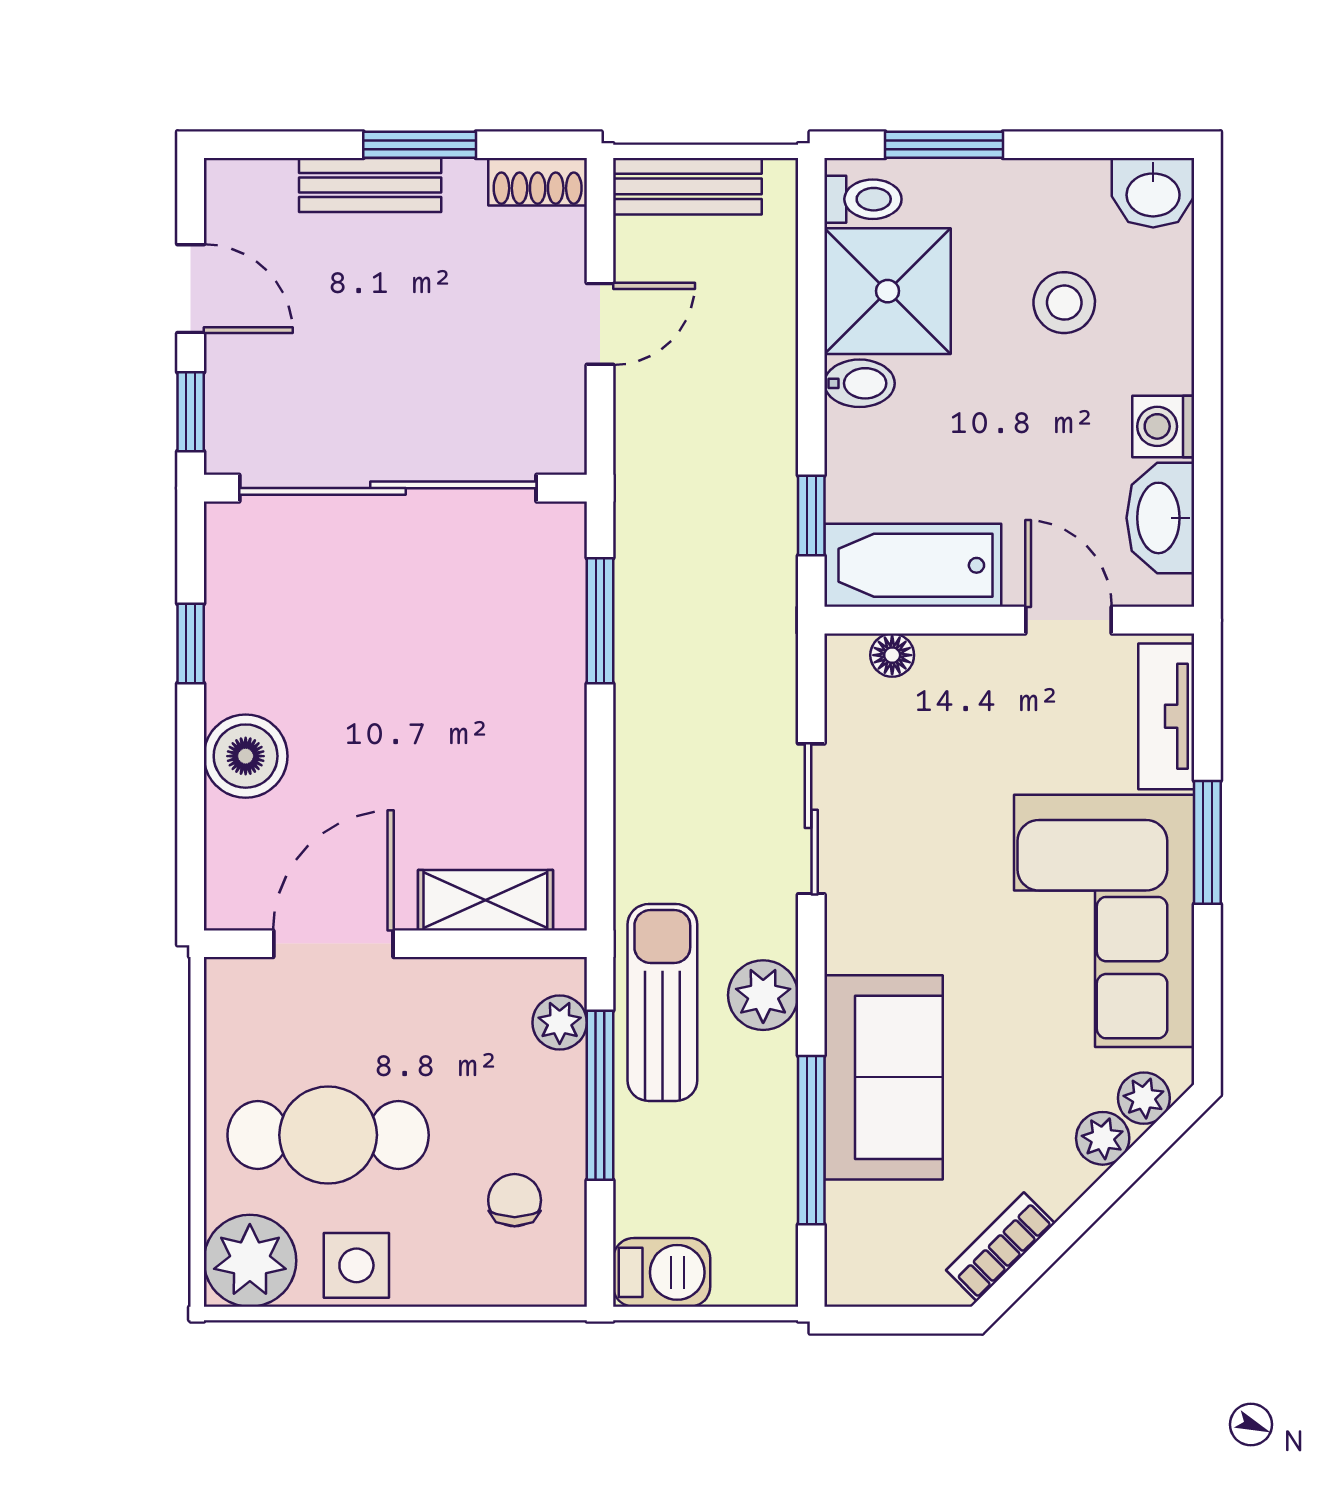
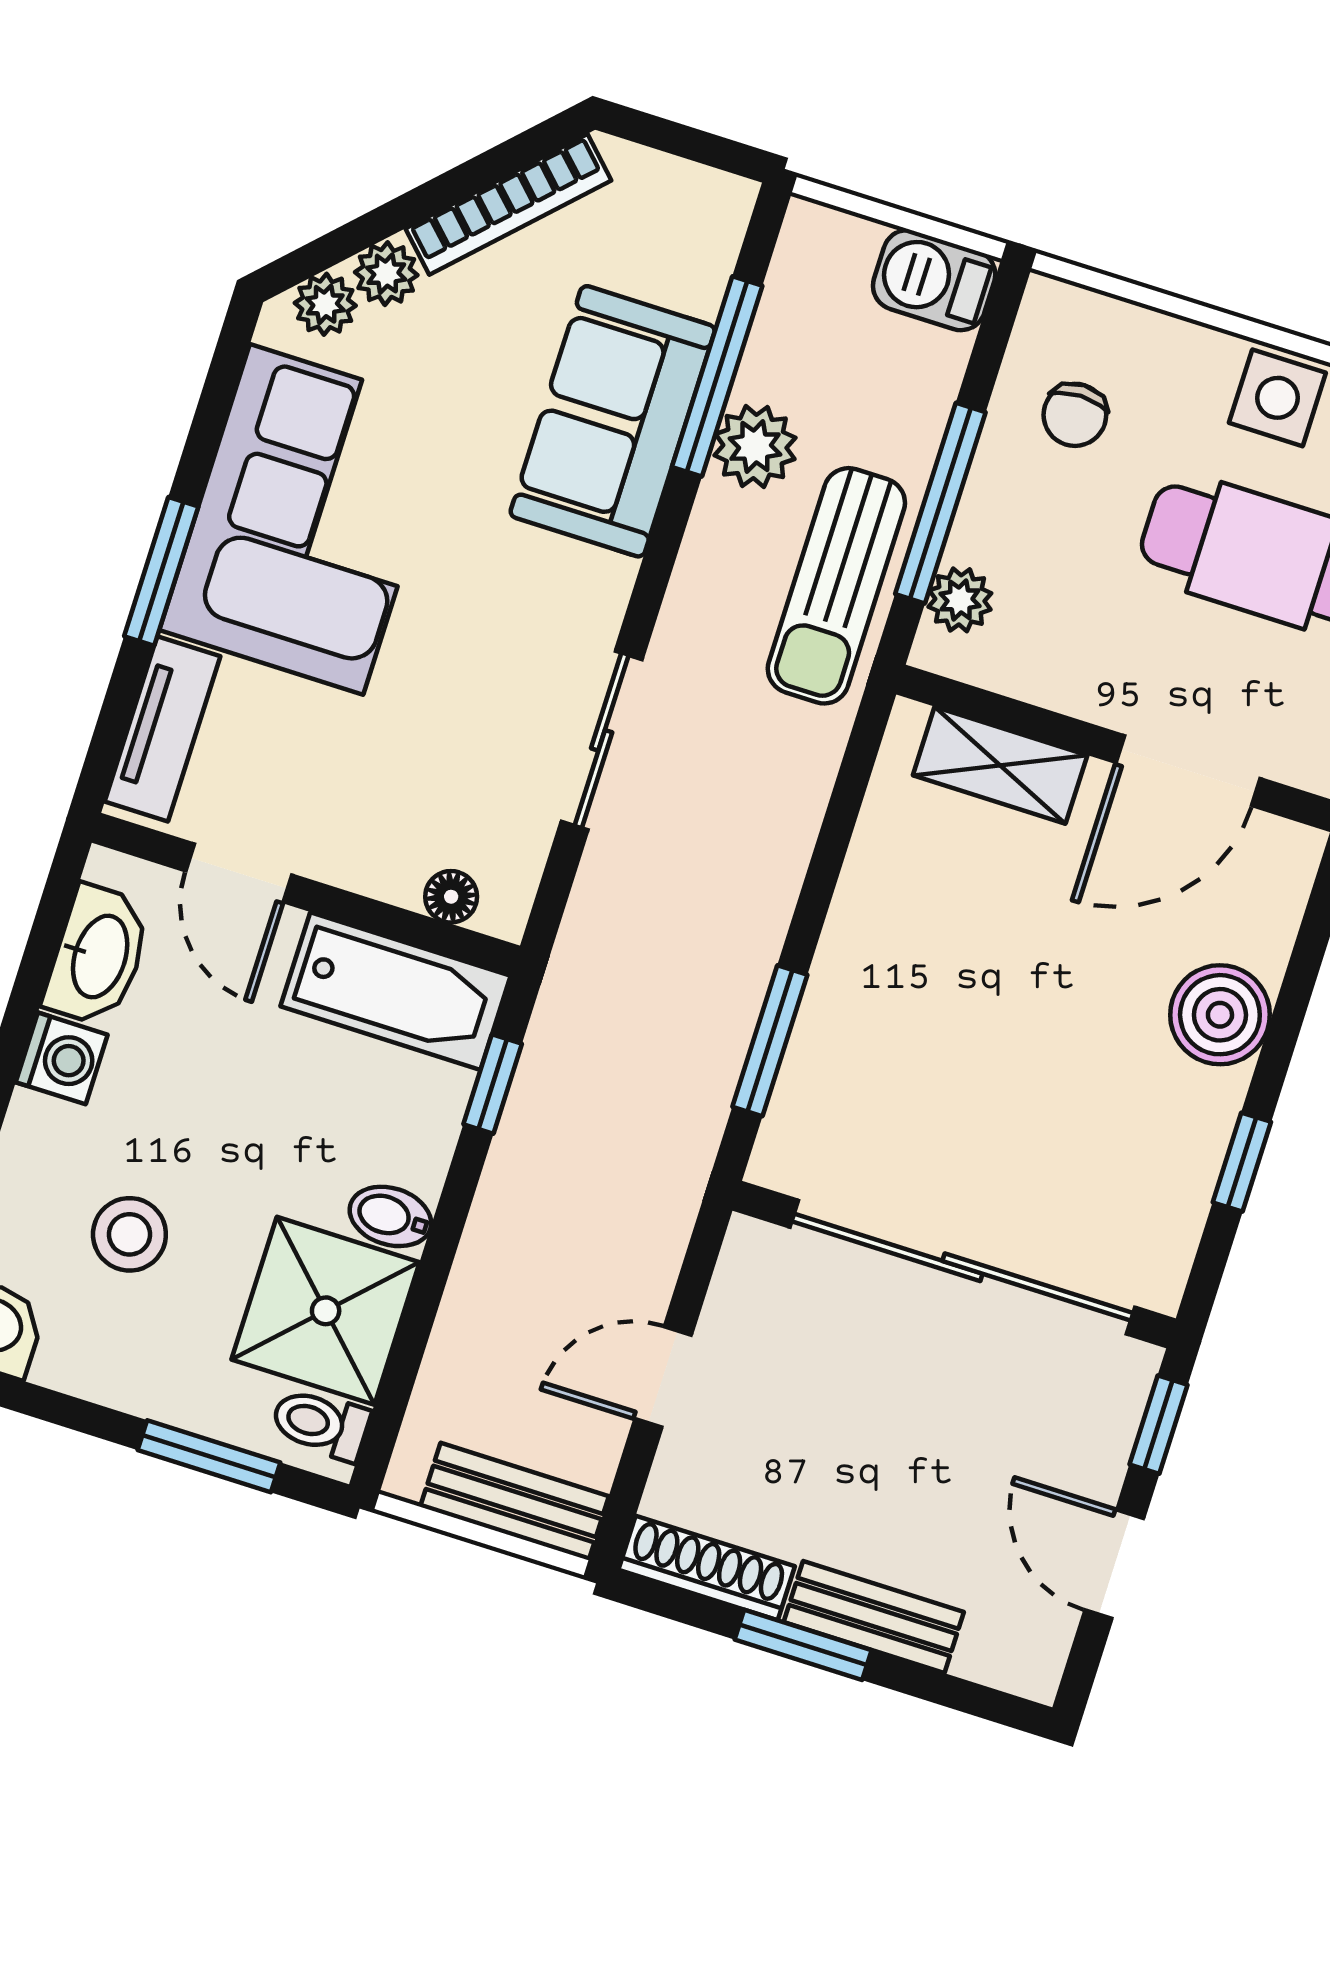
shoe rack: (538, 182) -> (707, 1568), width x1.43
plant: (763, 995) -> (755, 447), moved
bookcase: (1000, 1247) -> (508, 204), width x1.56

